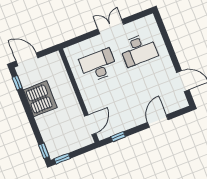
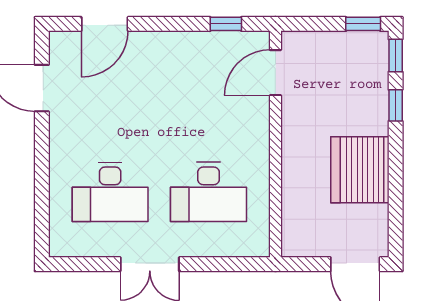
desk: (138, 50) -> (110, 192), turned 180
window: (17, 83) -> (396, 105), moved
door: (158, 121) -> (105, 24), moved

